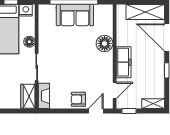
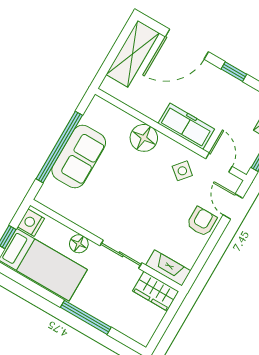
side table: (99, 74) -> (182, 171), added
armchair: (78, 99) -> (202, 222), turned 180

